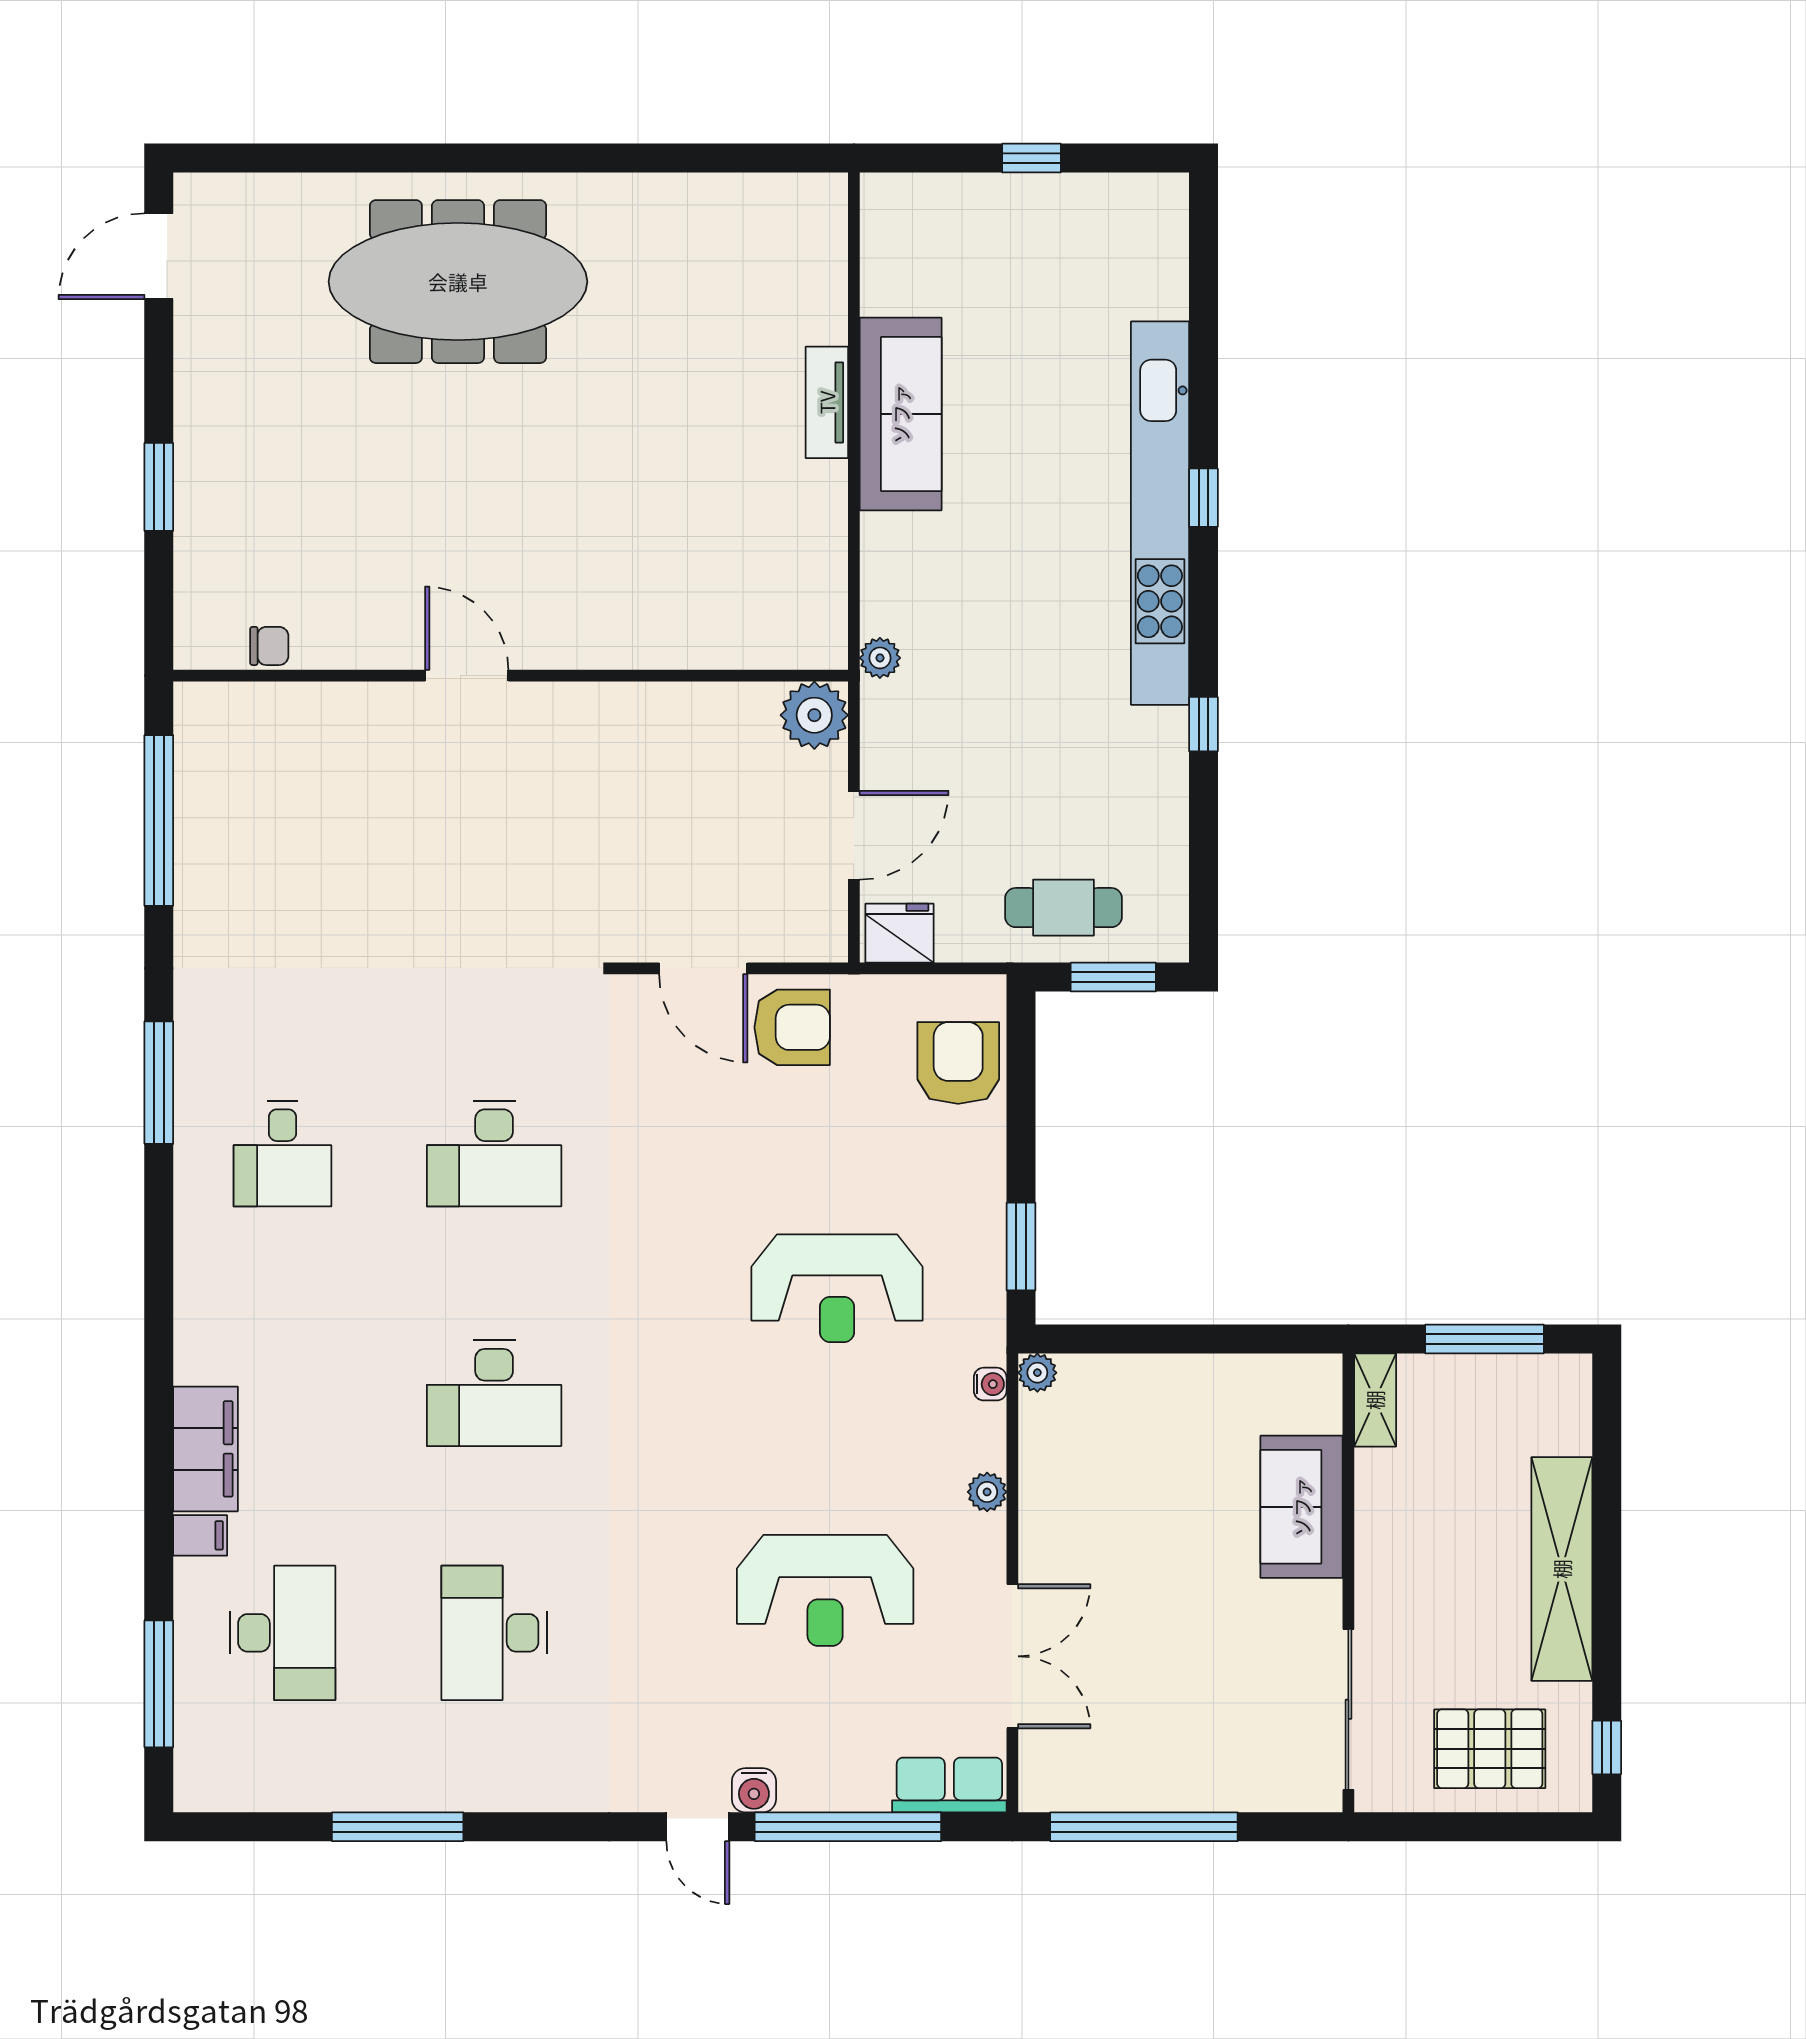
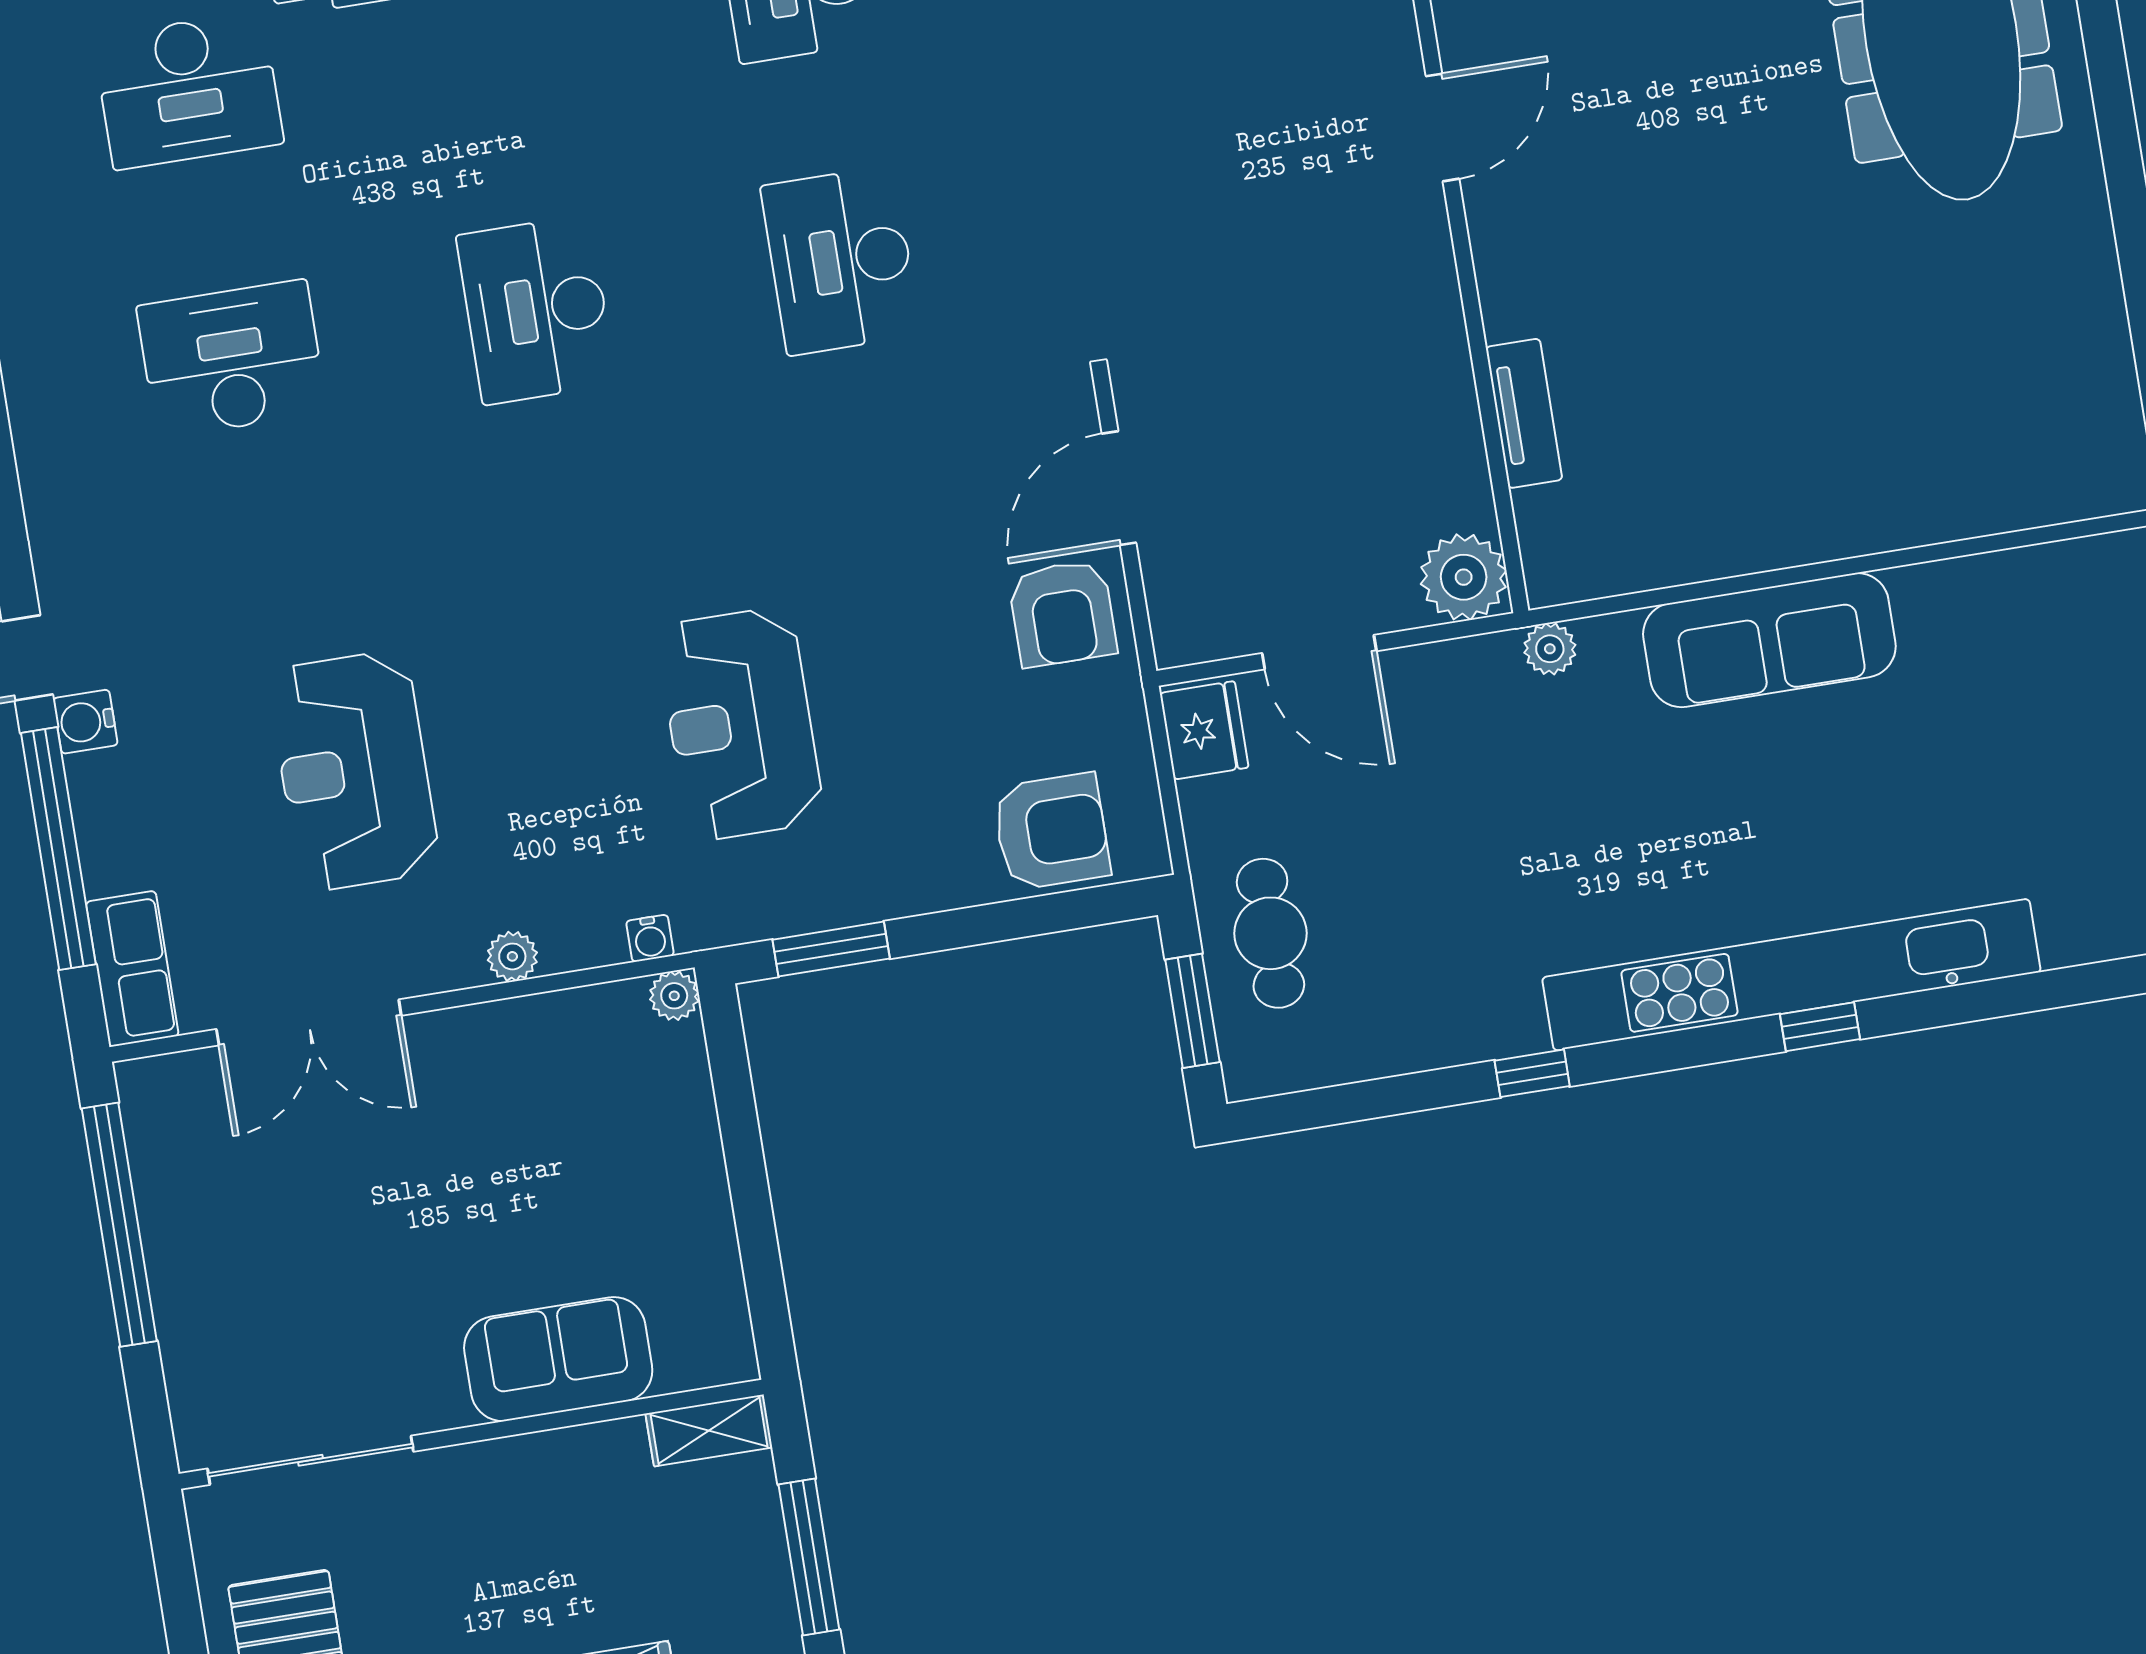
tv unit: (827, 402) -> (1524, 413), moved, turned 90
sofa: (901, 414) -> (1769, 640), moved

